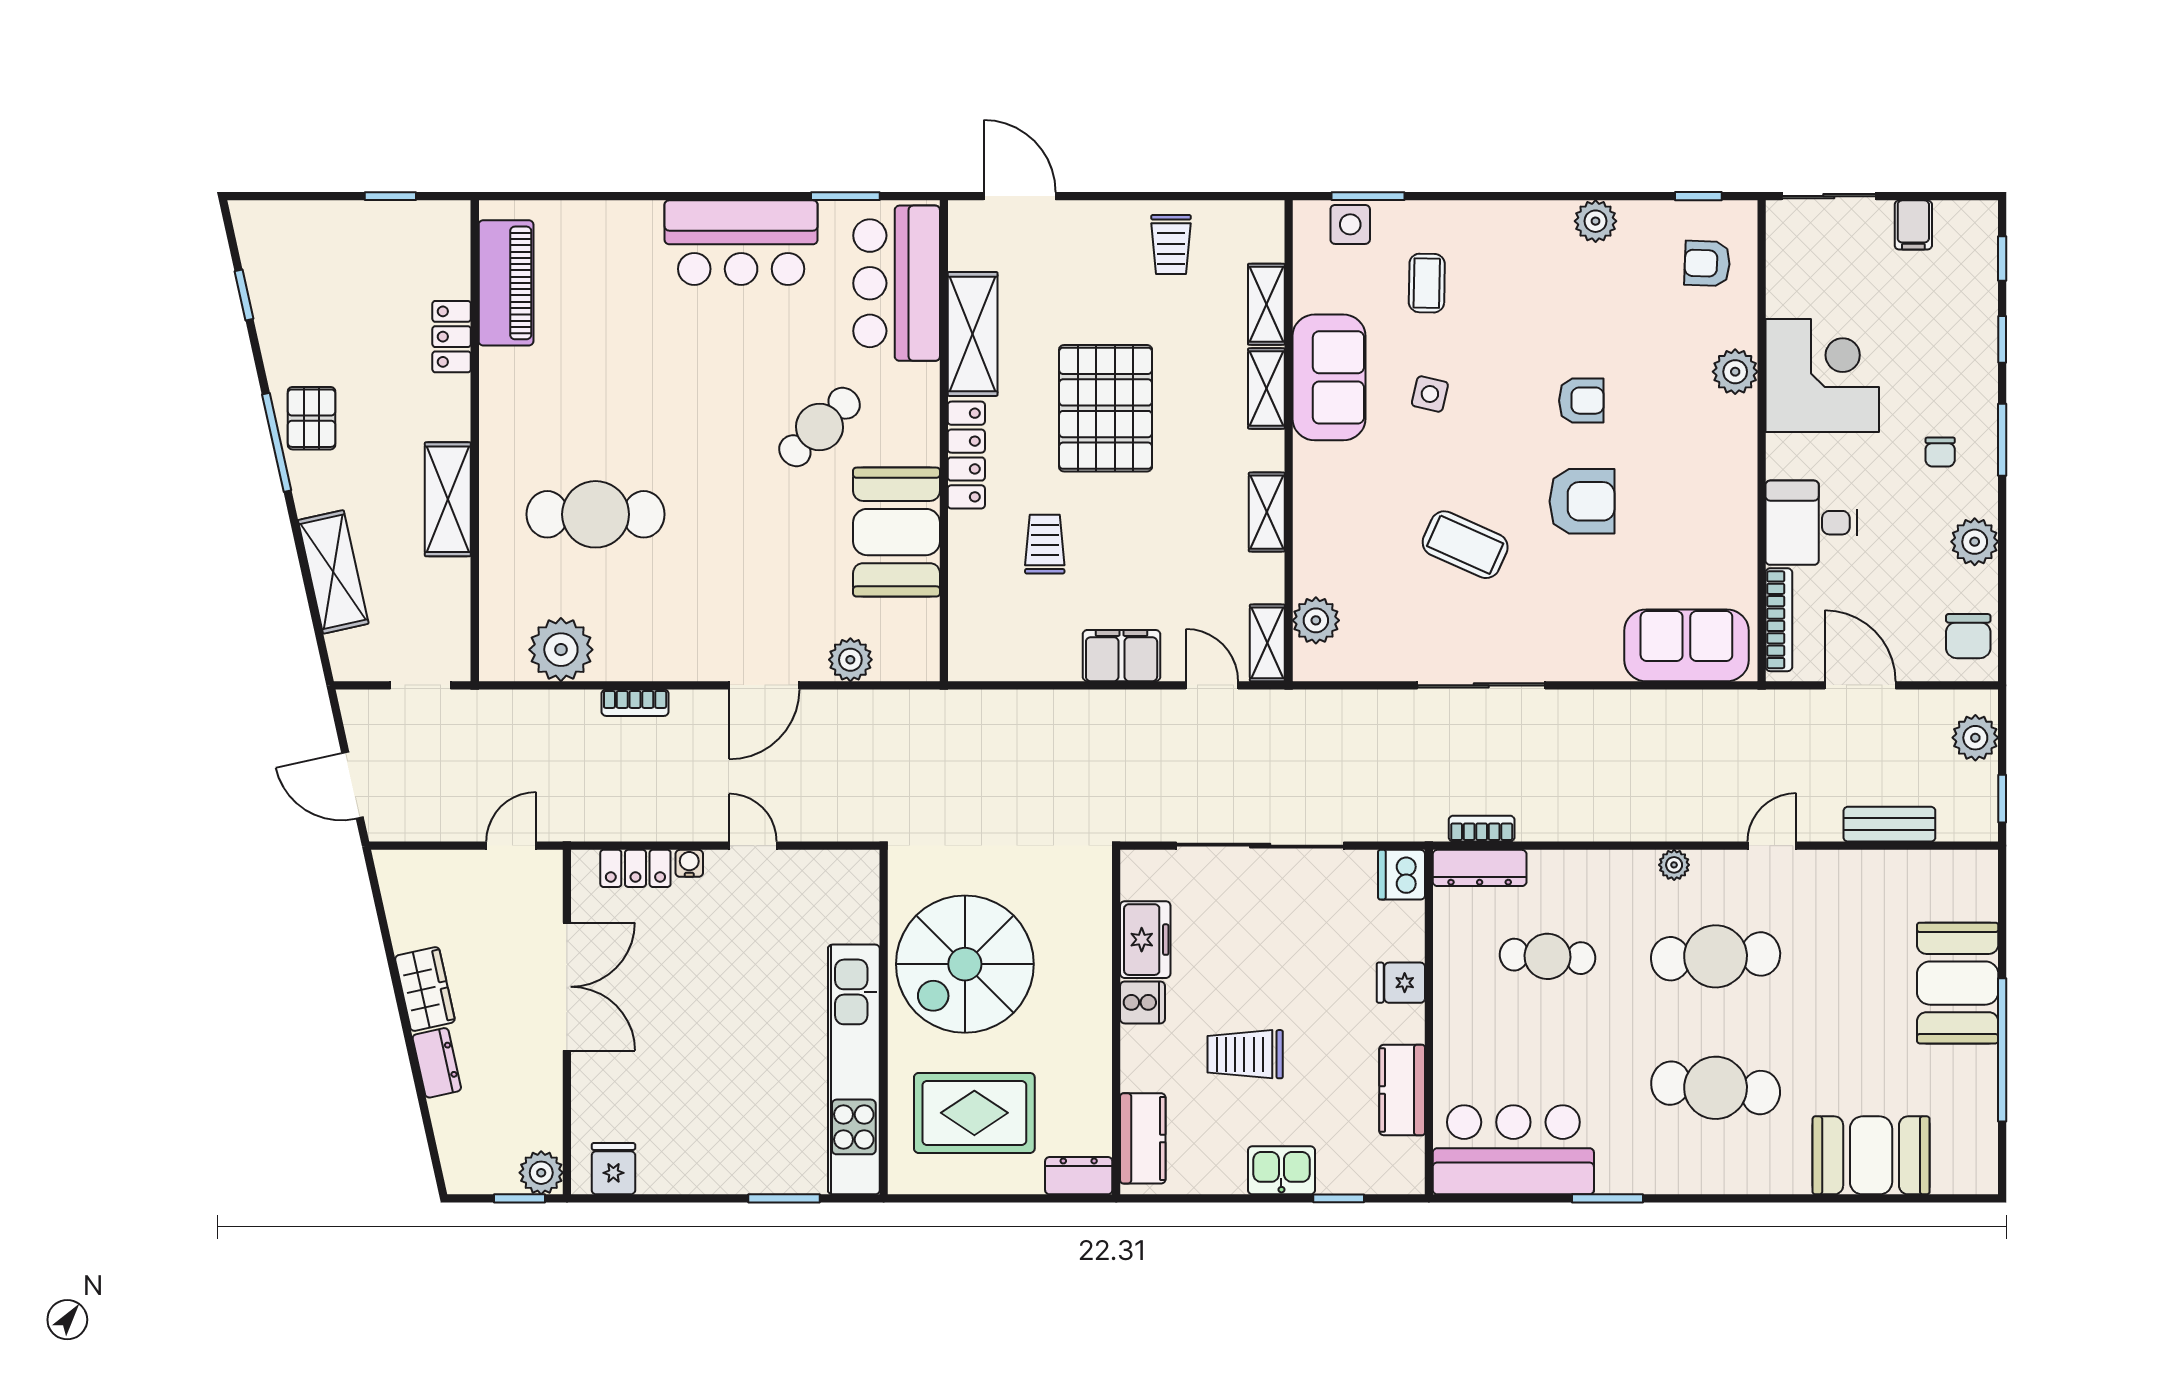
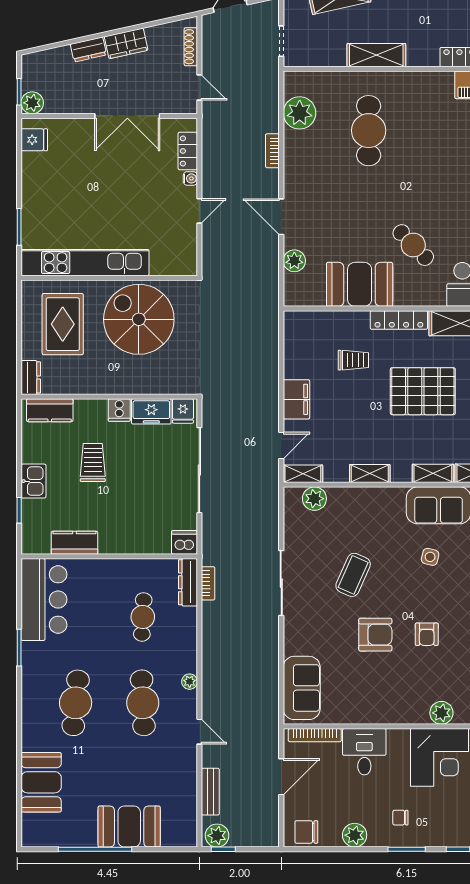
armchair: (1582, 501) -> (375, 635), turned -90
plant: (1975, 738) -> (217, 836), moved
shoe rack: (431, 862) -> (191, 47), added
fridge: (1401, 983) -> (183, 411), moved, turned 180

